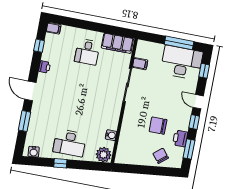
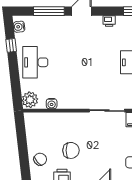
window: (25, 121) -> (49, 11), width x1.44
chair: (158, 126) -> (71, 150), turned 90
window: (60, 163) -> (11, 45), moved

